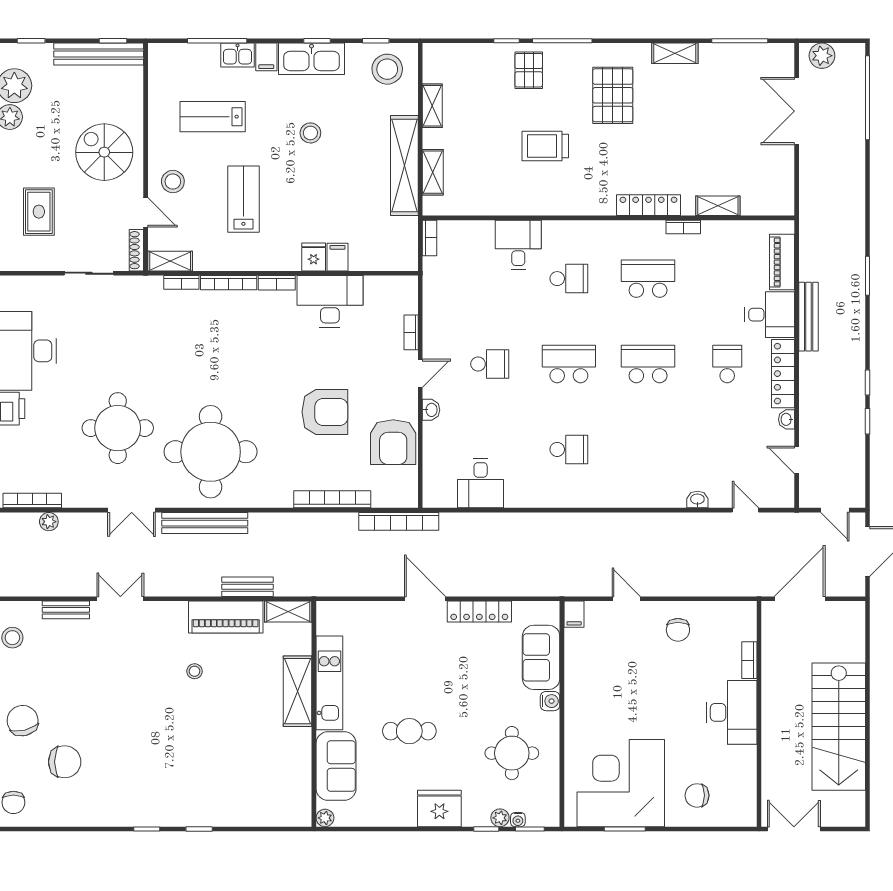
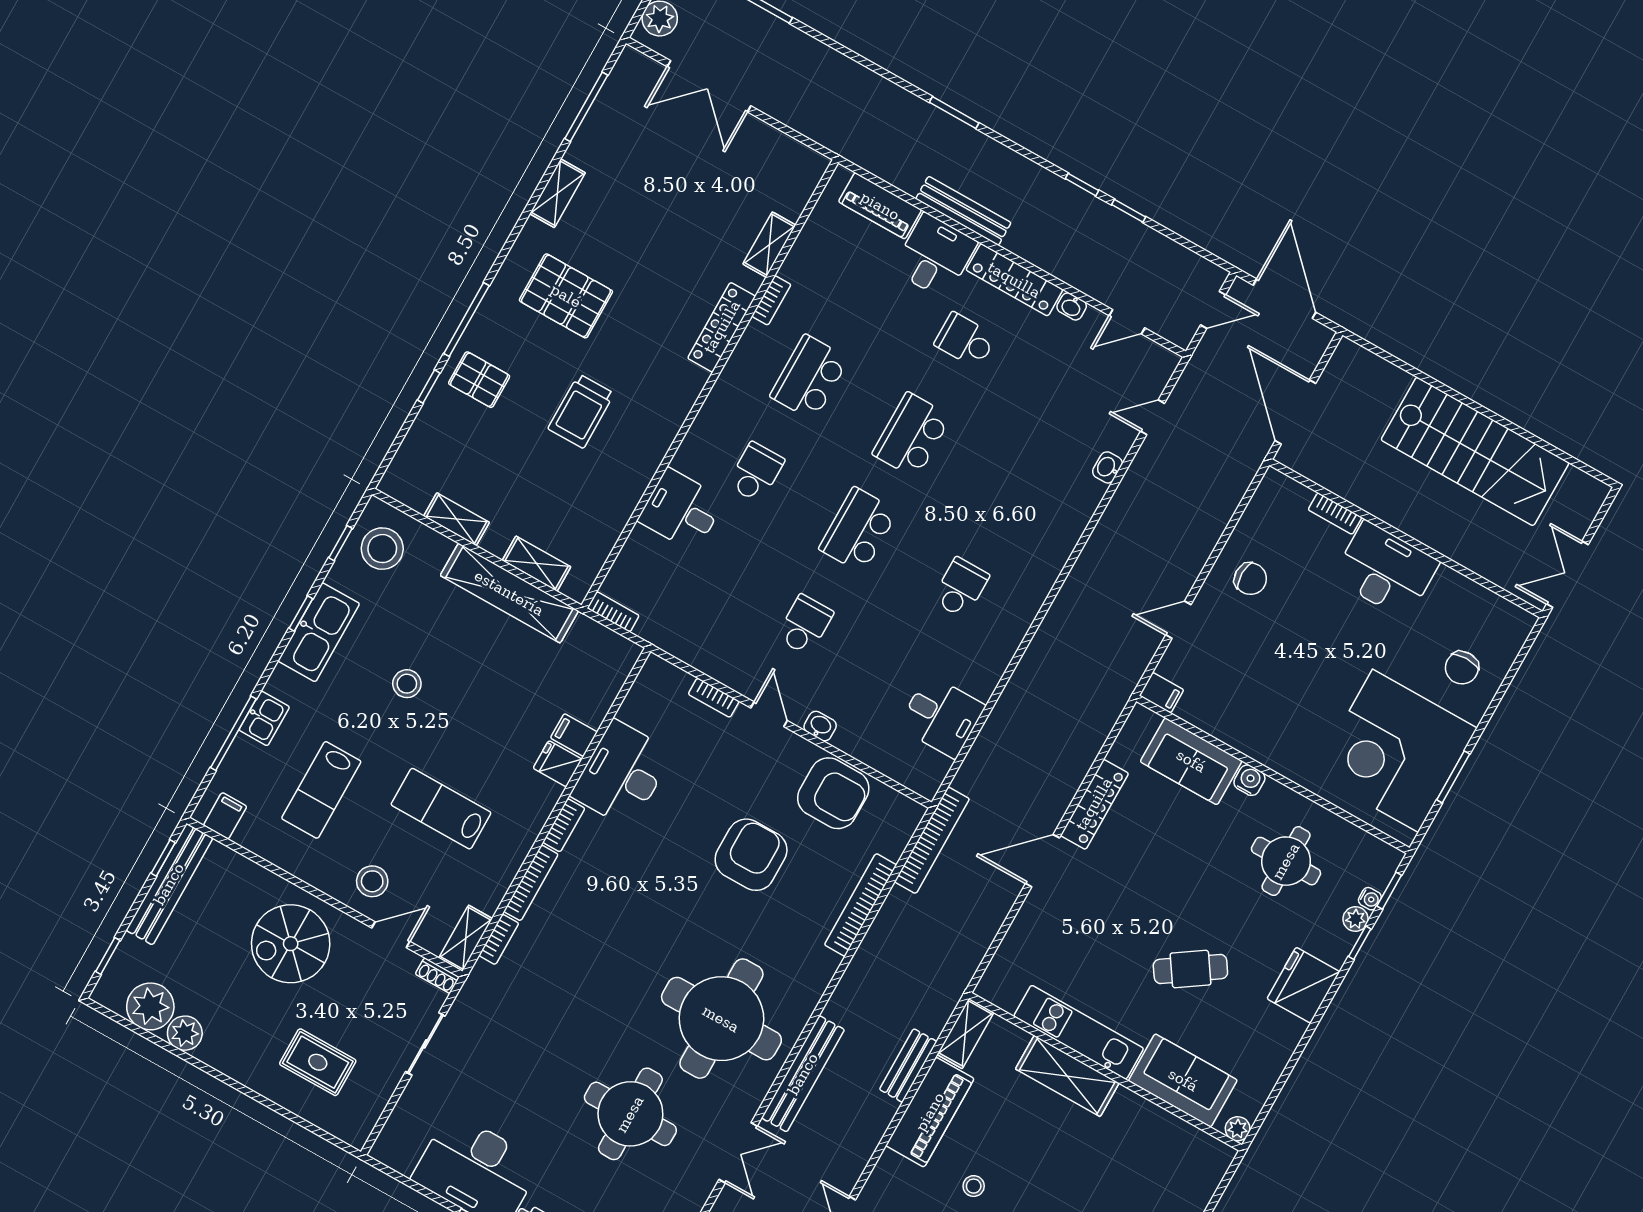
filing cabinet: (266, 57) -> (225, 816), moved, turned -90
shoe rack: (136, 250) -> (437, 976), width x0.70
cafe table: (409, 731) -> (1190, 969), turned 56

